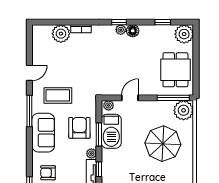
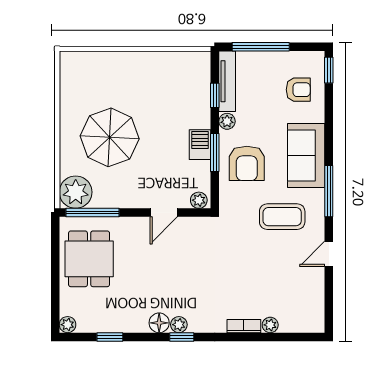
plant: (61, 34) -> (270, 325), width x0.53, depth x0.53
plant: (184, 34) -> (68, 325), width x0.53, depth x0.53
barbecue: (111, 131) -> (200, 145), width x0.53, depth x0.65

